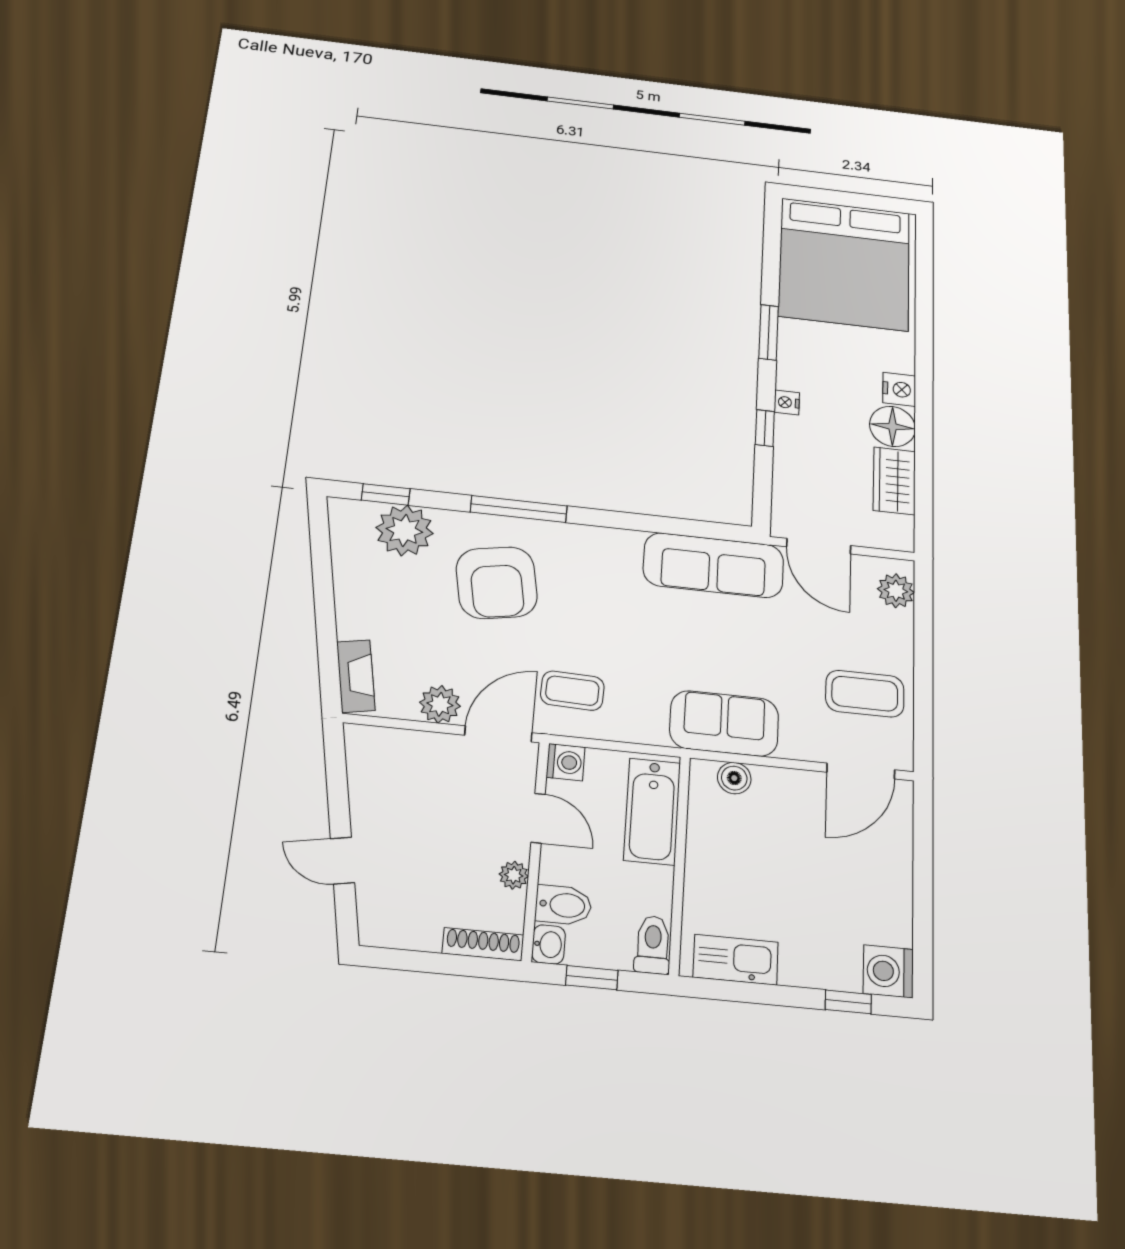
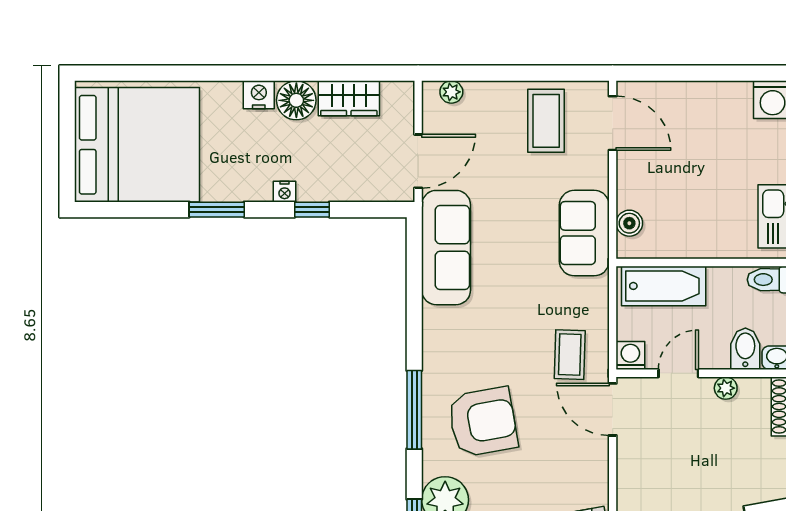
plant: (896, 591) -> (451, 92), width x0.73, depth x0.73
plant: (440, 704) -> (593, 457), removed

